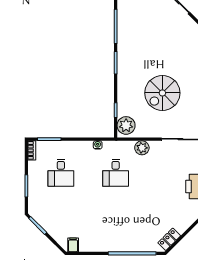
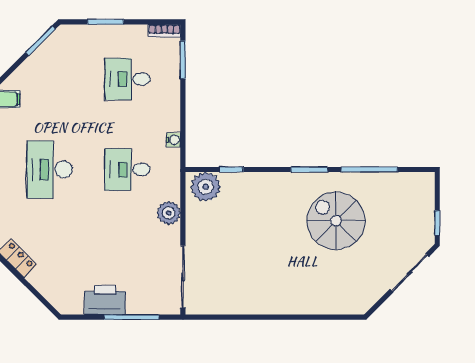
spiral stairs: (162, 93) -> (336, 221), moved
desk: (116, 220) -> (50, 170), added

